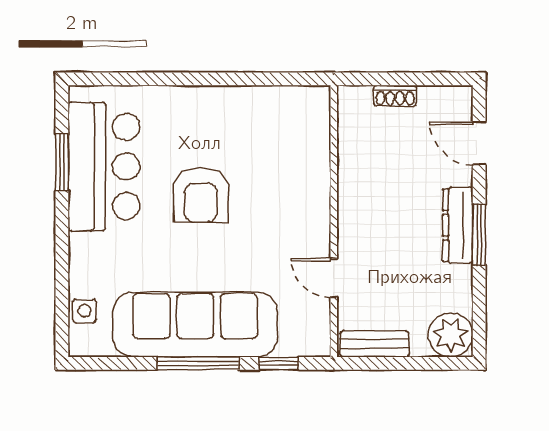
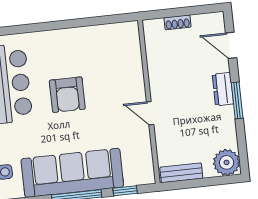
dresser: (458, 225) -> (223, 89), width x0.70
door: (334, 278) -> (150, 113), moved

